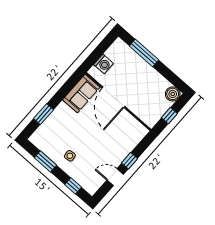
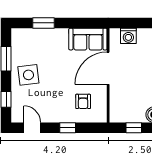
armchair: (121, 134) -> (83, 101), added
side table: (70, 156) -> (28, 75), width x1.87, depth x1.87
door: (115, 177) -> (32, 128), moved

